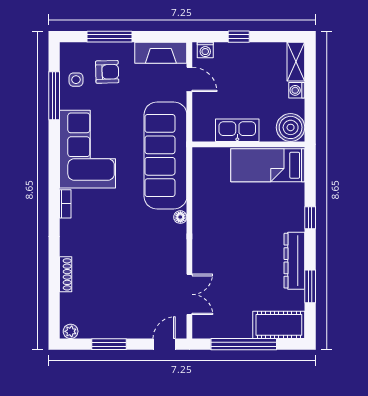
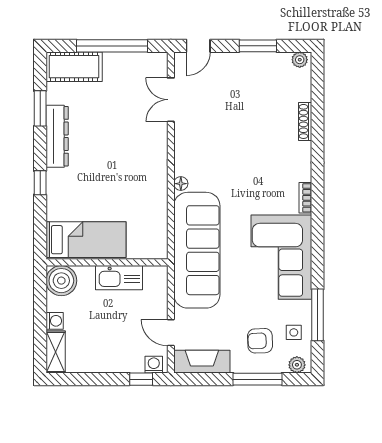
window: (239, 37) -> (141, 379), moved
plant: (73, 50) -> (297, 365), added

